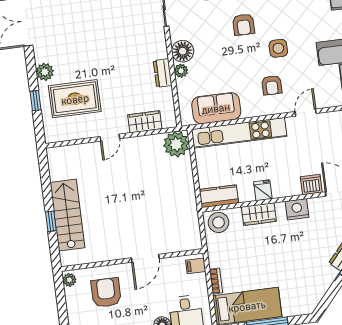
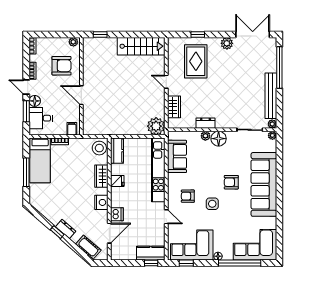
plant: (45, 72) -> (227, 43), moved
stairs: (67, 215) -> (141, 46), moved
window: (51, 221) -> (100, 34), moved

